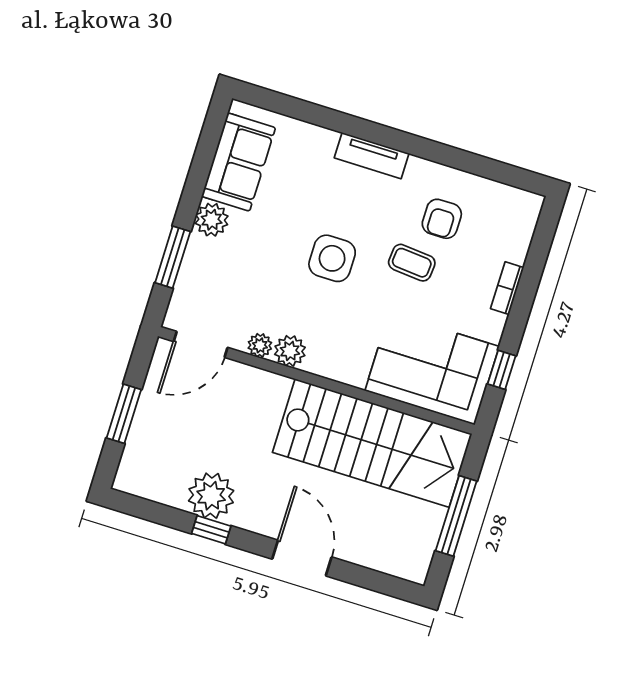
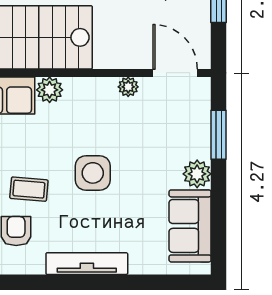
tv unit: (372, 156) -> (87, 264), width x1.41
door: (201, 344) -> (175, 73), hinge flipped
plant: (290, 351) -> (50, 90), moved

